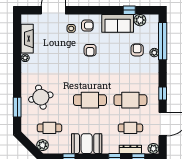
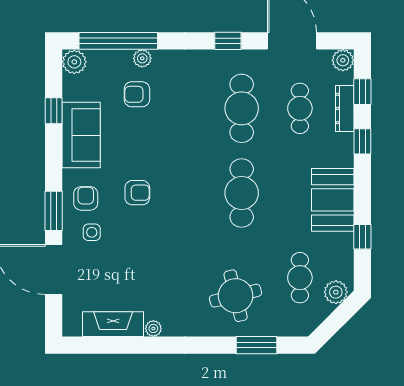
window: (81, 10) -> (54, 211), added
plant: (140, 20) -> (74, 62), moved

